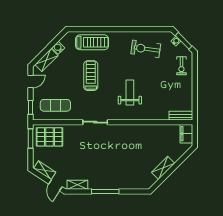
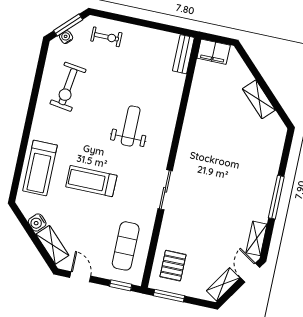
treadmill: (92, 42) -> (40, 168), turned 180
weight bench: (130, 93) -> (131, 126), turned 90
pallet: (50, 137) -> (173, 266), width x0.67, depth x0.71
door: (55, 185) -> (250, 273), swing flipped

